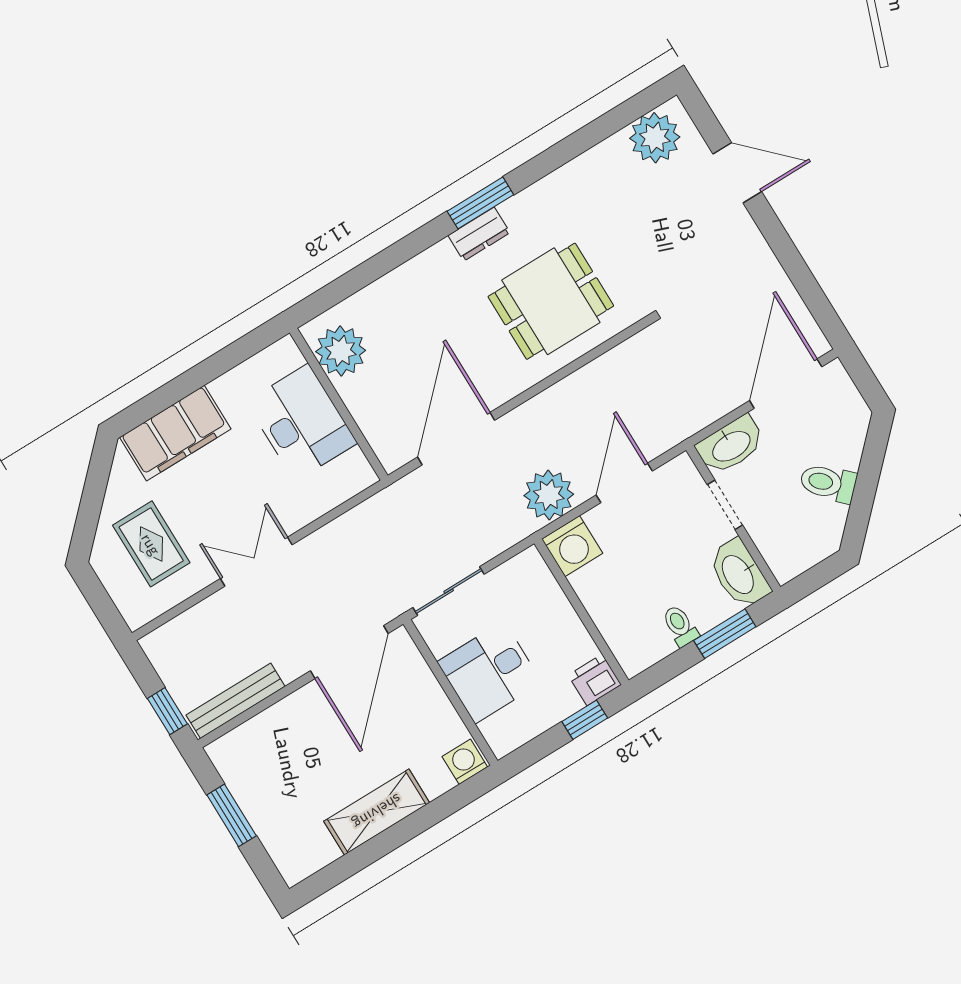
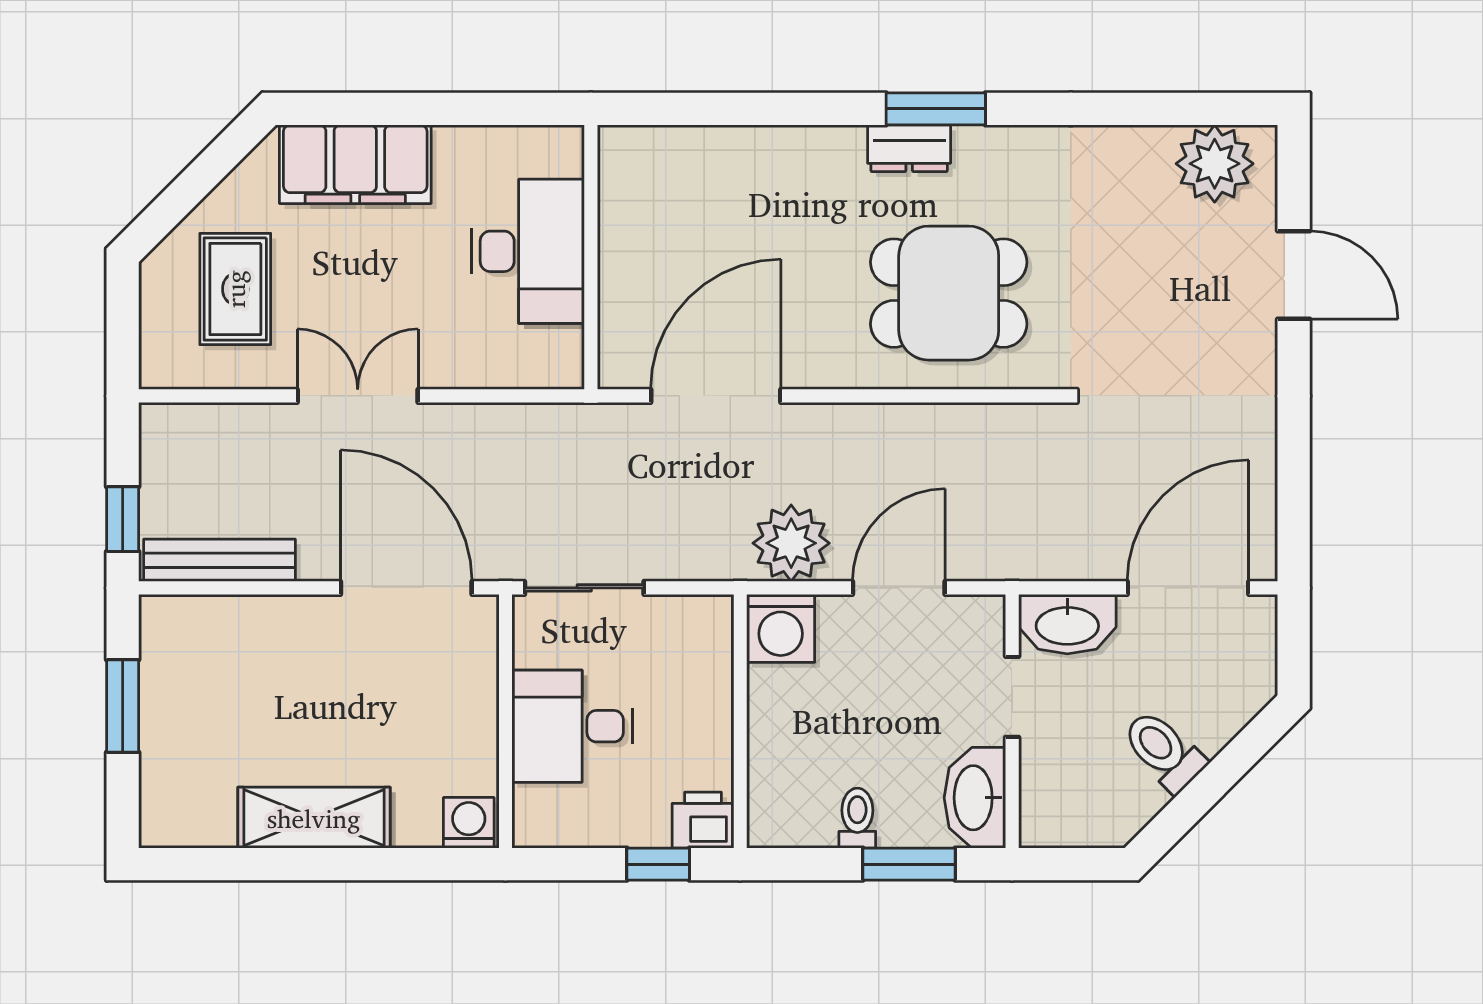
plant: (341, 351) -> (636, 190), removed
door: (349, 652) -> (406, 588), swing flipped

